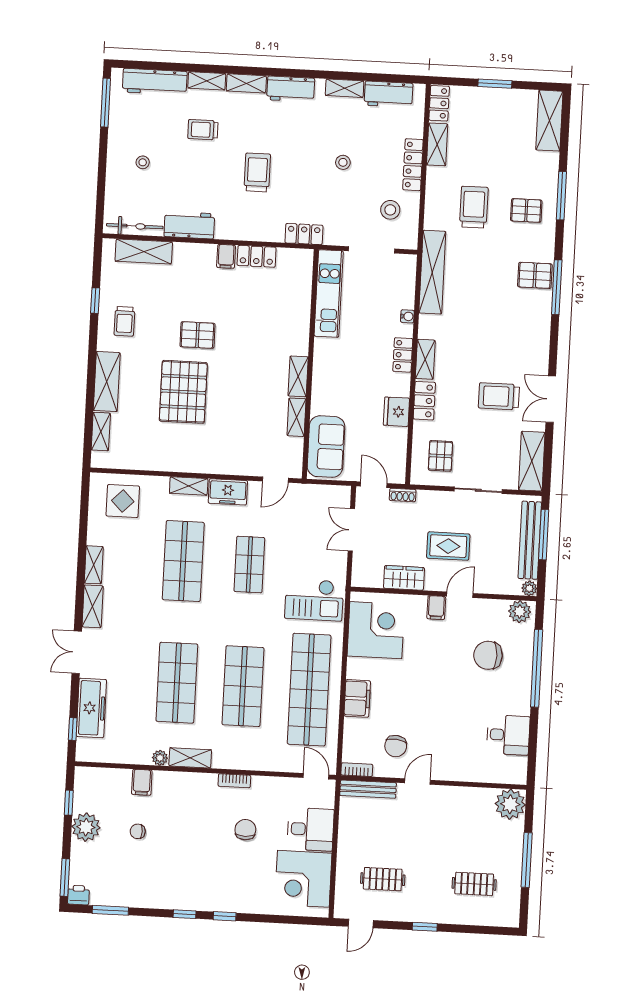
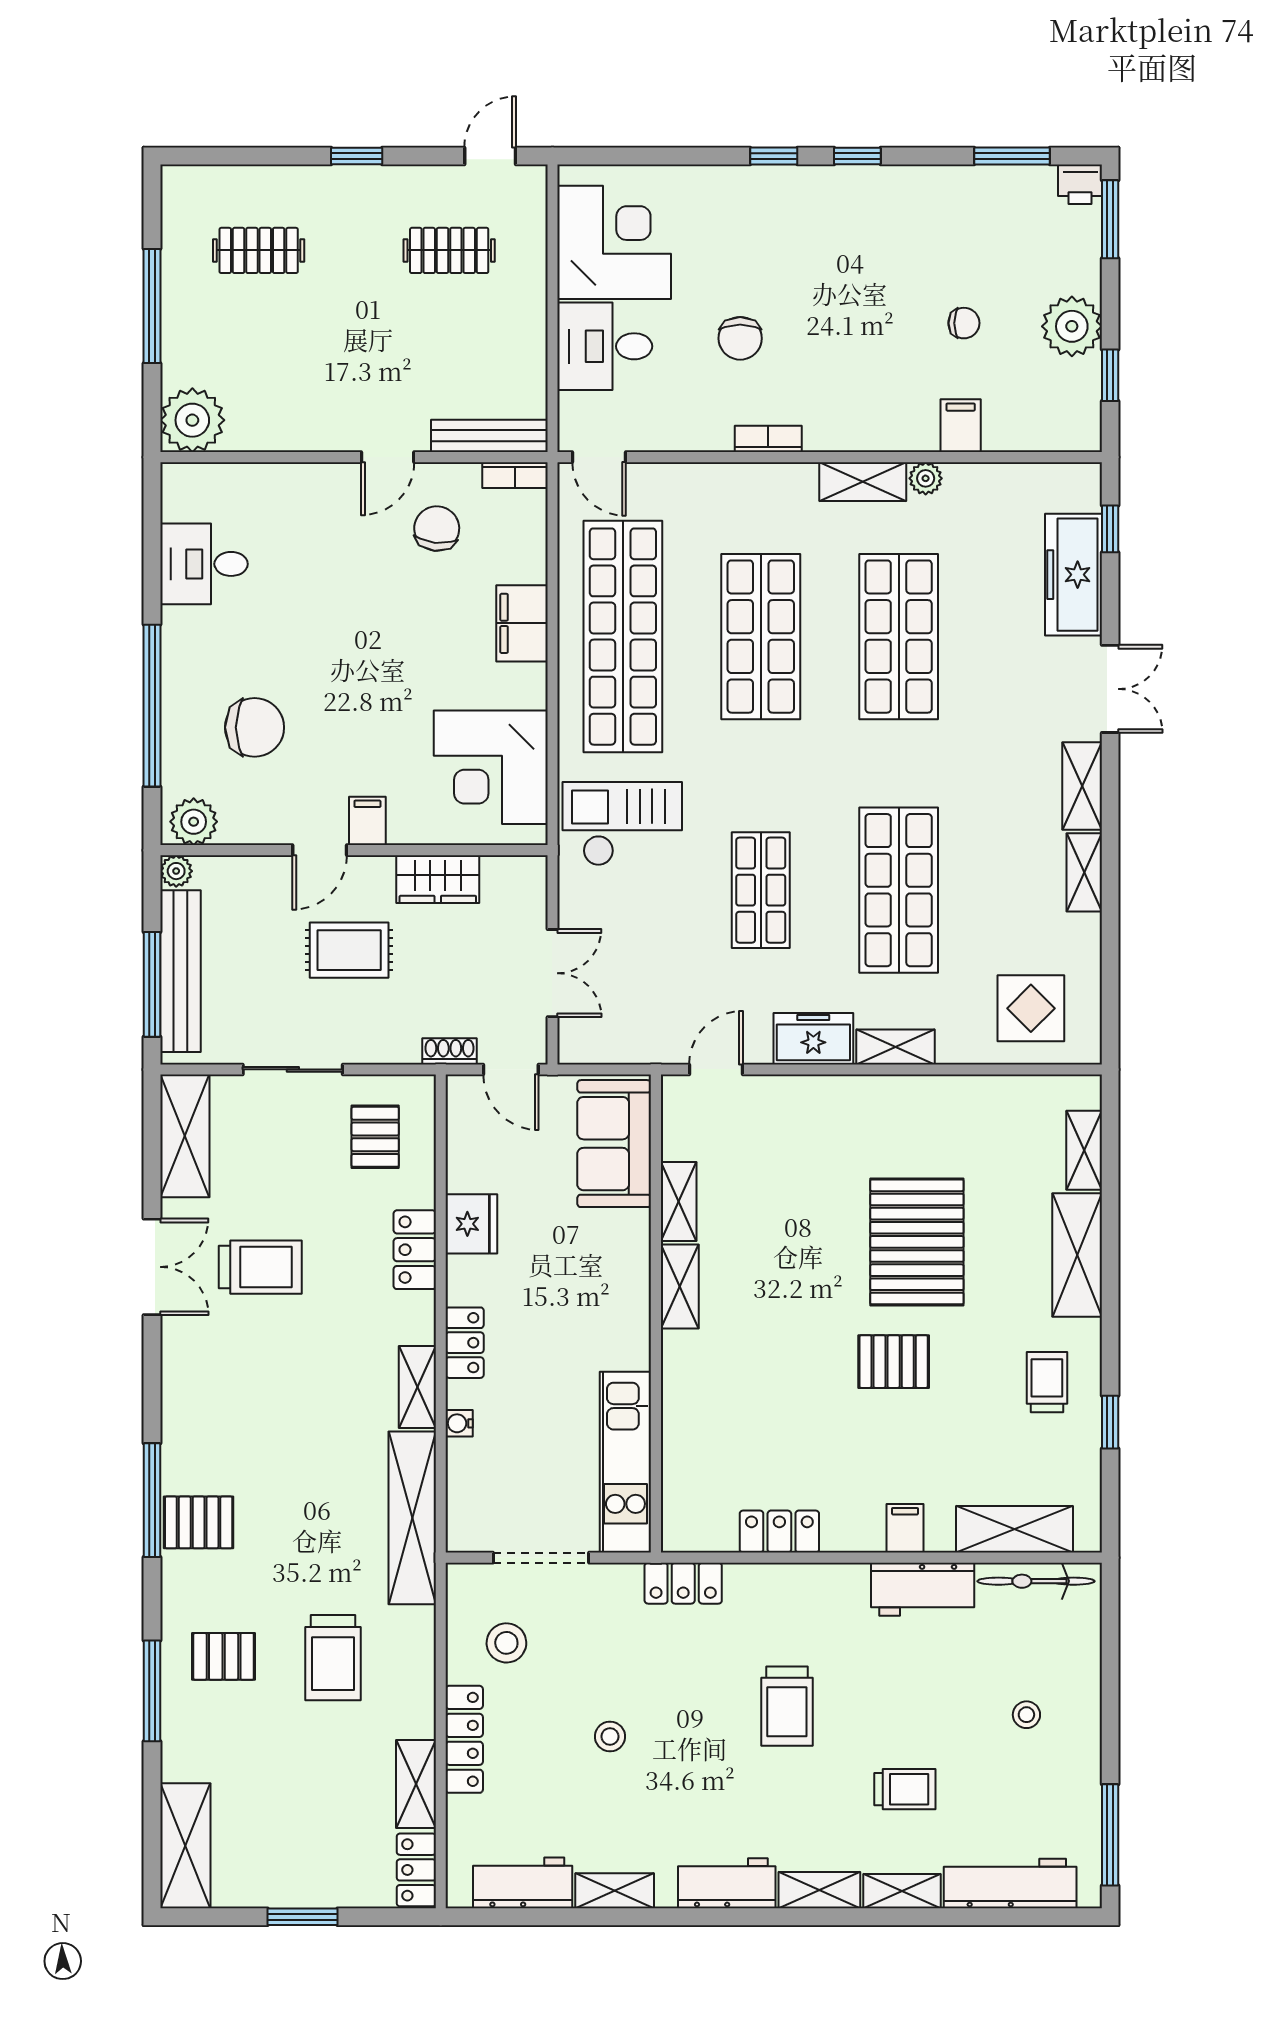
filing cabinet: (226, 256) -> (905, 1528), moved
shelving: (425, 359) -> (417, 1387), moved

